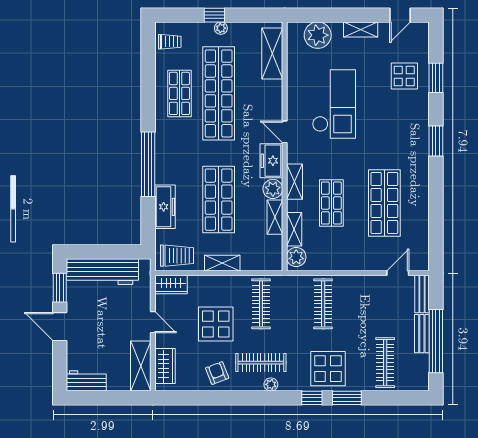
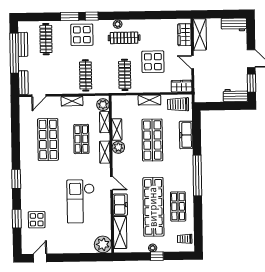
shelving: (361, 29) -> (72, 101), moved
plant: (318, 35) -> (103, 244), moved
freezer: (271, 161) -> (120, 205), moved
window: (148, 164) -> (197, 176), moved
workbench: (102, 272) -> (235, 95), width x0.53, depth x0.76
bench: (422, 334) -> (23, 44), moved
armchair: (217, 373) -> (152, 31), removed

